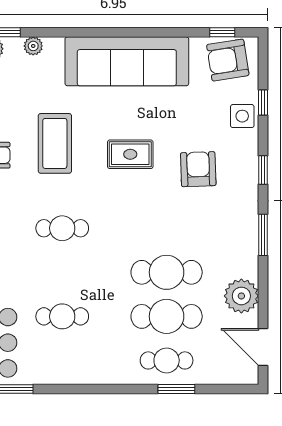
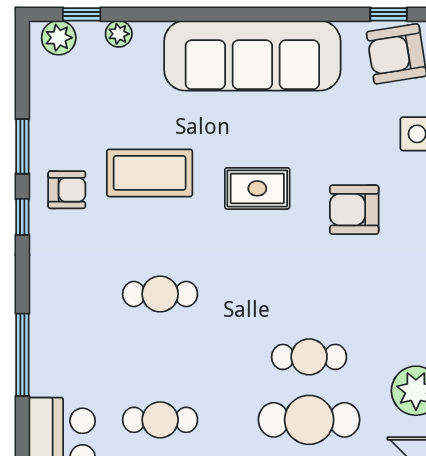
coffee table: (55, 143) -> (150, 173), turned 90
armchair: (198, 169) -> (354, 210), turned -88
cafe table: (167, 272) -> (309, 357), width x0.73, depth x0.74

